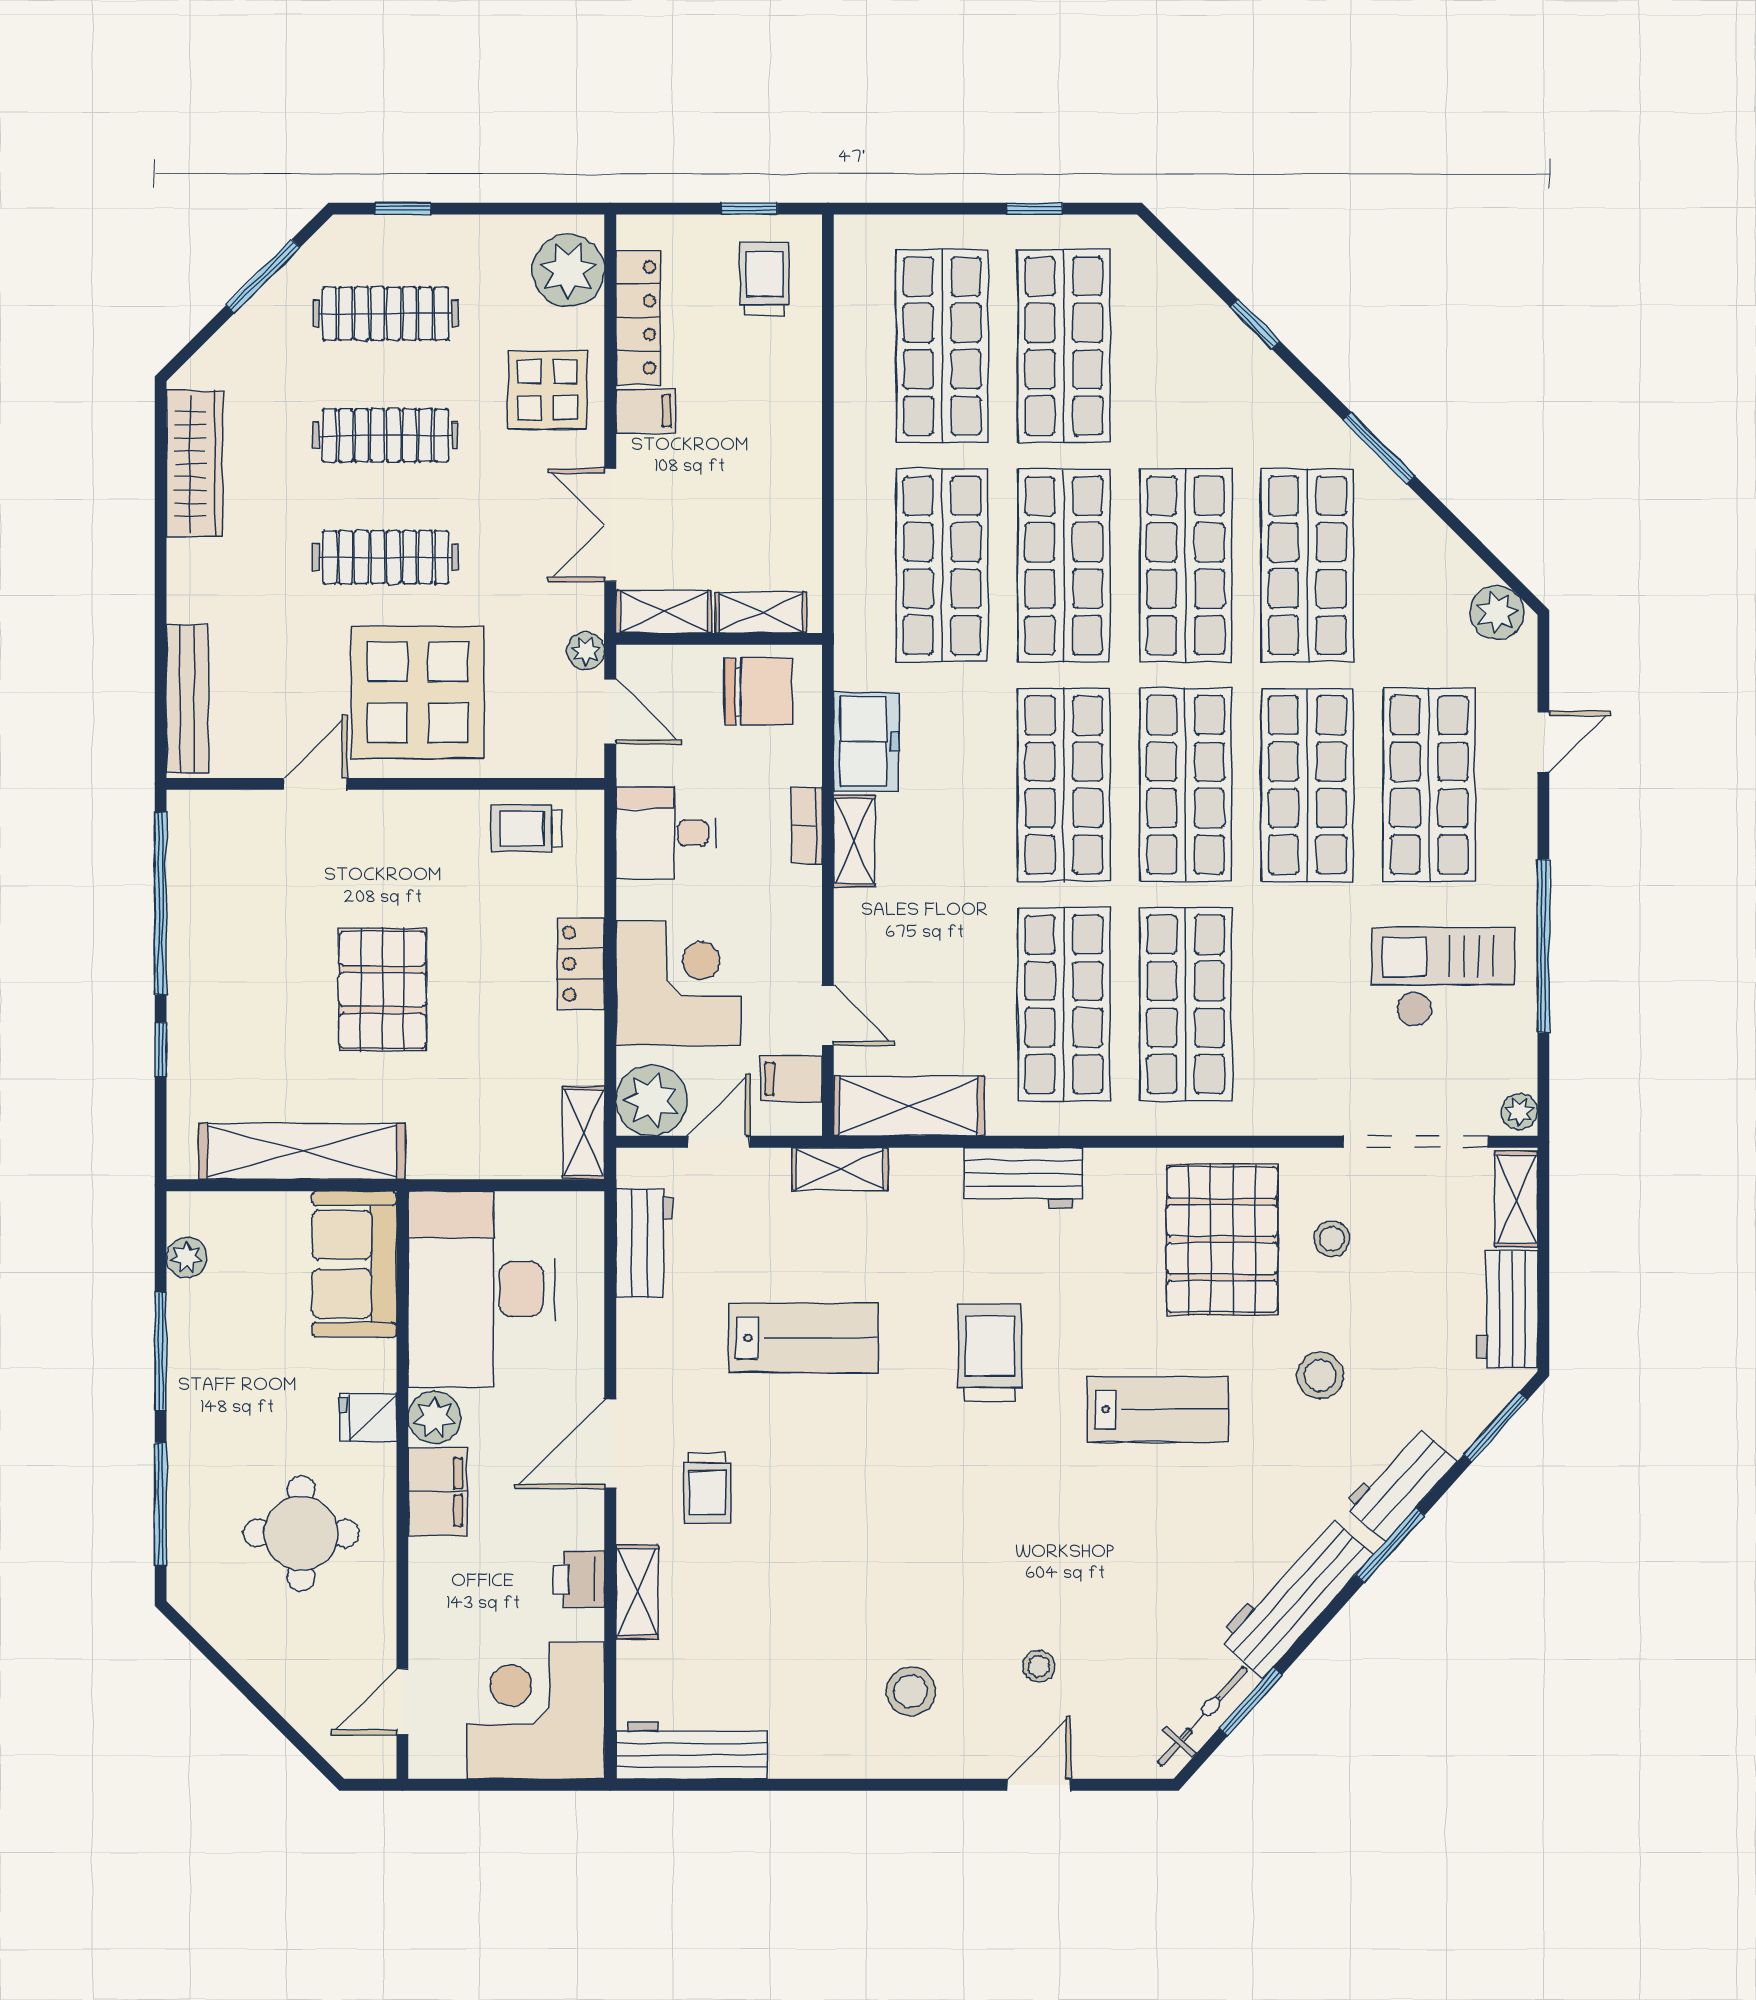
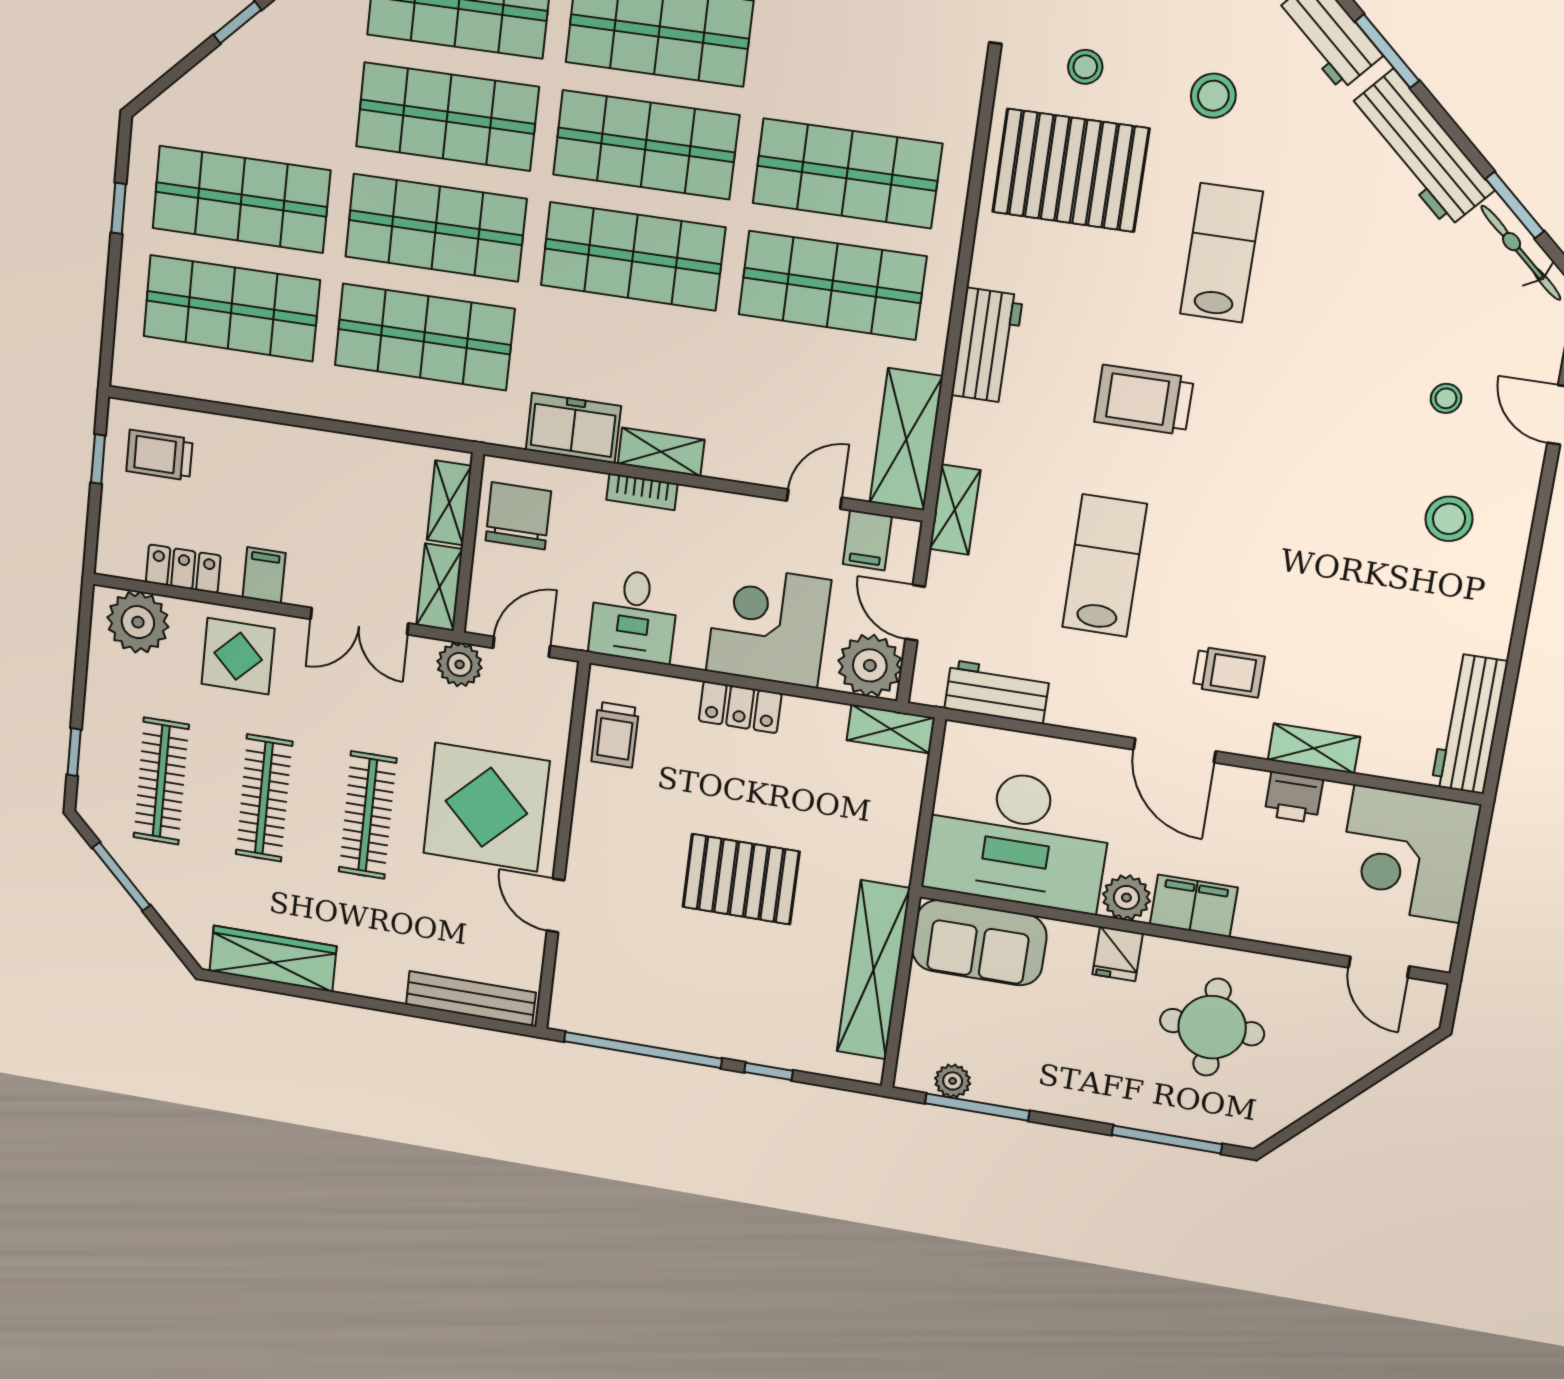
locker: (638, 318) -> (183, 569), width x0.66
plant: (586, 651) -> (460, 664), width x1.38, depth x1.38
window: (161, 1351) -> (977, 1107), moved

